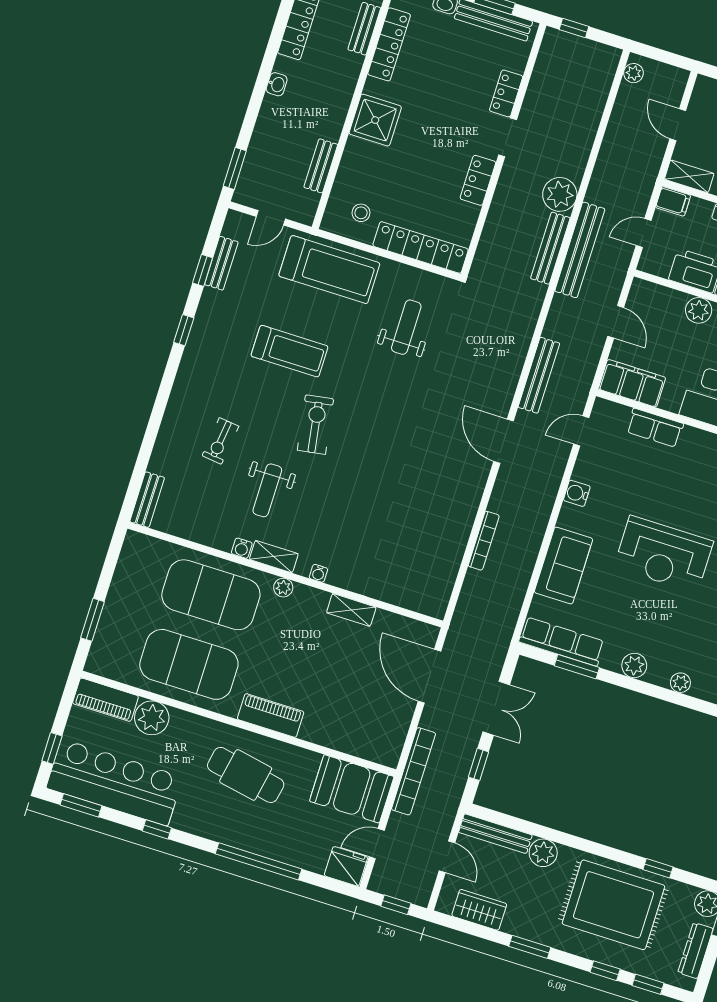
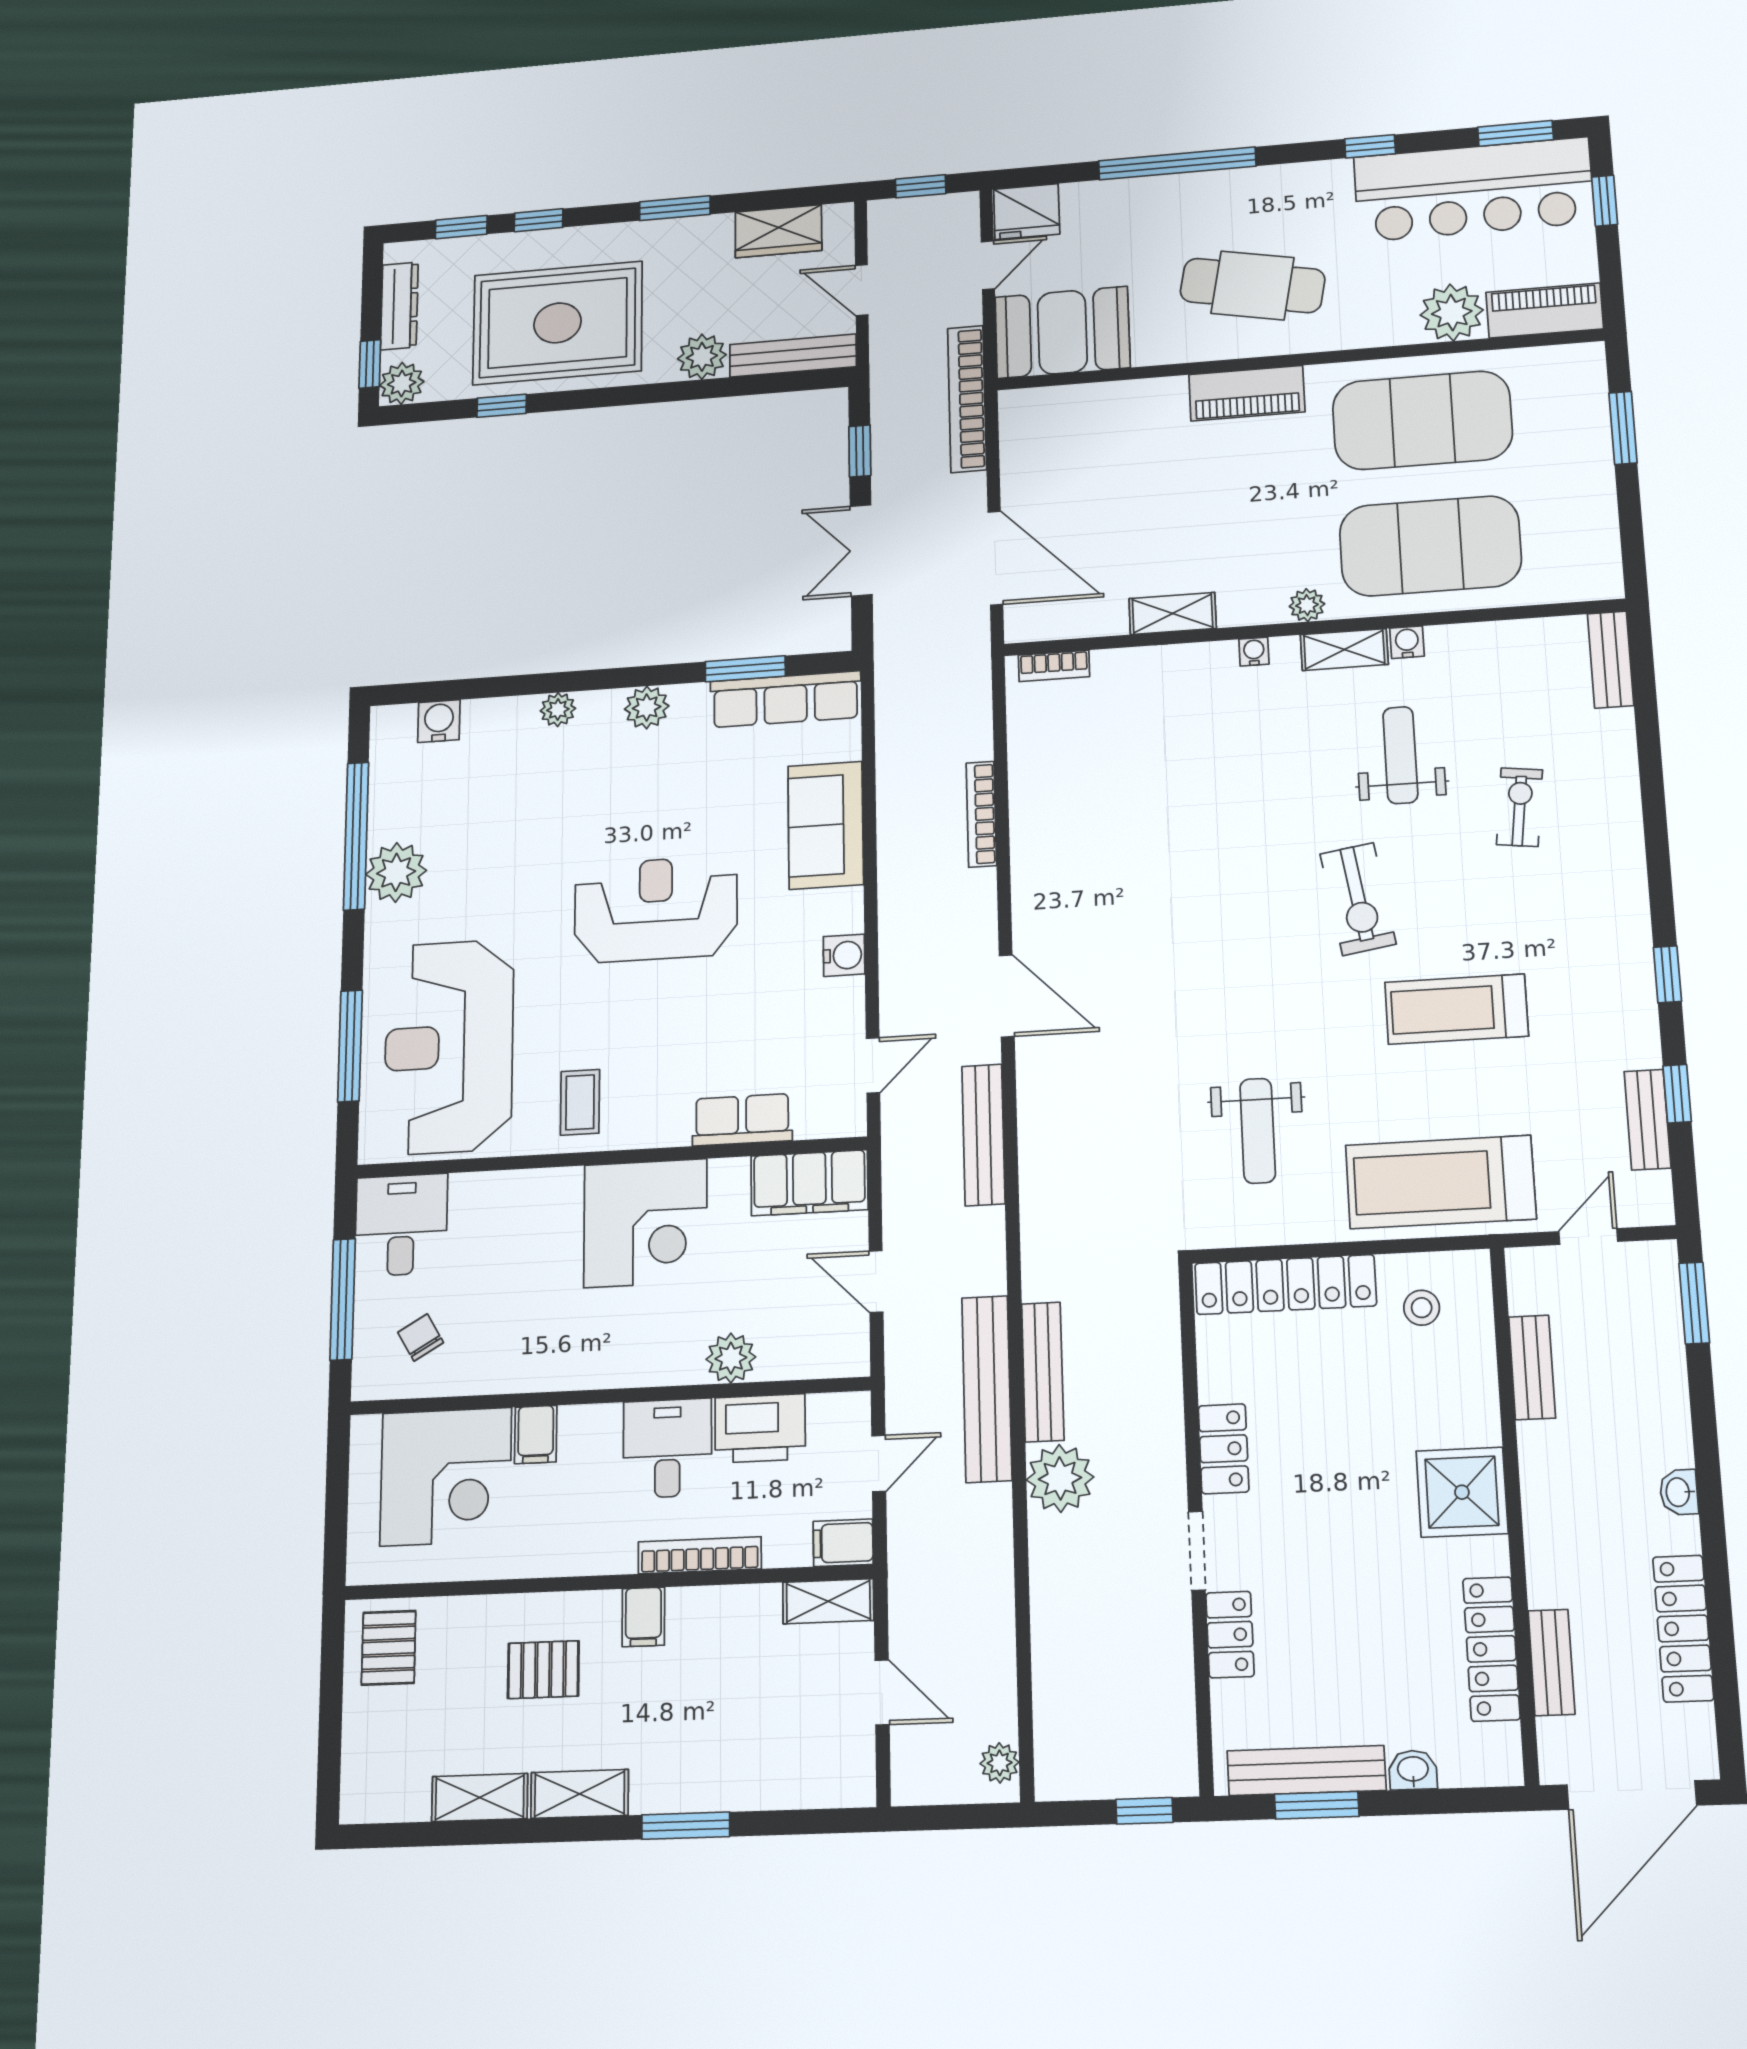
bookcase: (420, 605) -> (1054, 666), added

